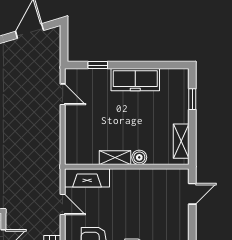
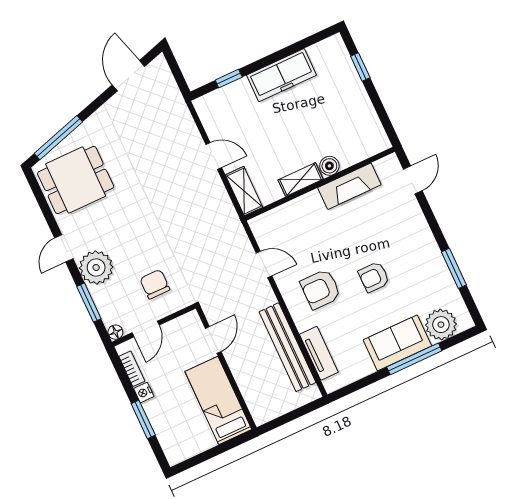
door: (63, 94) -> (214, 156), moved
shelving: (181, 141) -> (244, 191), moved
fireplace: (87, 178) -> (349, 186), moved

